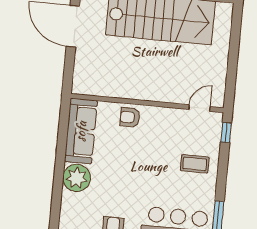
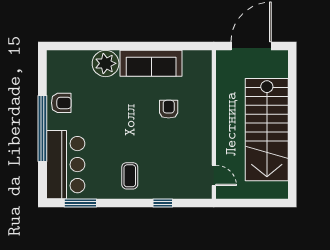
wall: (147, 103) -> (214, 125), moved
door: (200, 108) -> (214, 175), moved

